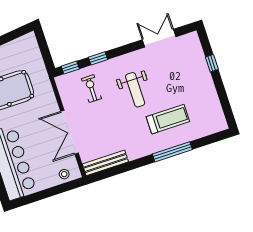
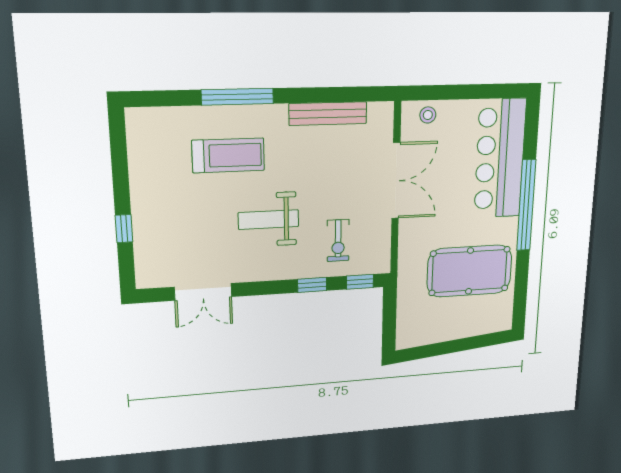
weight bench: (135, 90) -> (268, 220), turned -90
treadmill: (168, 119) -> (228, 155), turned 180
bench: (105, 163) -> (328, 114), moved

